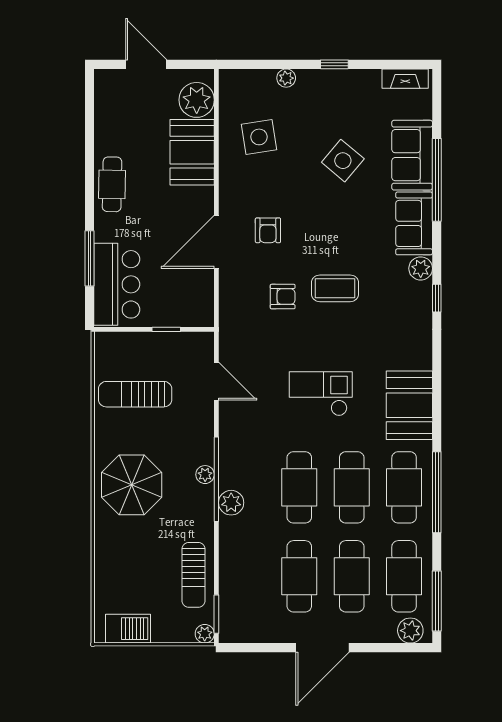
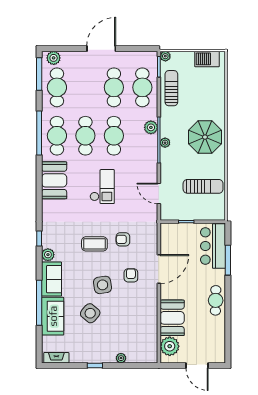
side table: (259, 137) -> (103, 285), moved
checkout: (321, 394) -> (102, 187), turned -90
cafe table: (352, 576) -> (142, 87), moved

